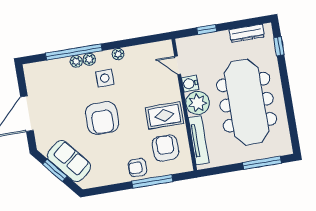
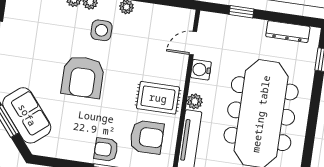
door: (178, 65) -> (193, 43), hinge flipped
plant: (198, 103) -> (195, 101), width x0.53, depth x0.53
armchair: (165, 148) -> (147, 137), turned 90

